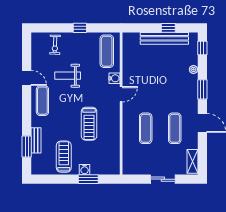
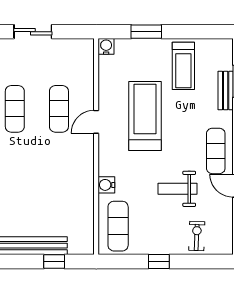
window: (168, 28) -> (54, 261), moved
weight bench: (68, 76) -> (178, 189), turned 180
door: (121, 94) -> (96, 122), moved
treadmill: (89, 124) -> (145, 116), width x1.37, depth x1.38
water cooler: (85, 169) -> (106, 46), moved

